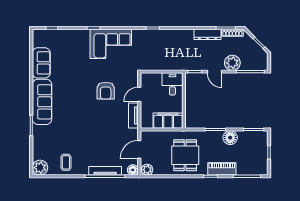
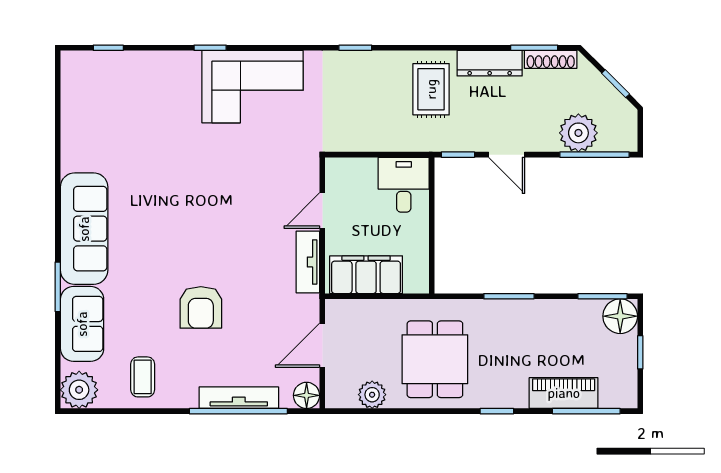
rug: (184, 45) -> (431, 89), added
sofa: (41, 63) -> (82, 324), moved
plant: (232, 63) -> (578, 133), moved
armchair: (106, 91) -> (201, 307), moved
filing cabinet: (168, 121) -> (366, 275), moved
floor lamp: (230, 138) -> (620, 316), moved
piano: (222, 169) -> (564, 393), moved
plant: (147, 170) -> (372, 395), moved

